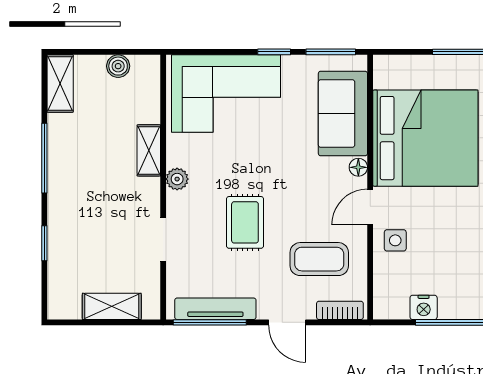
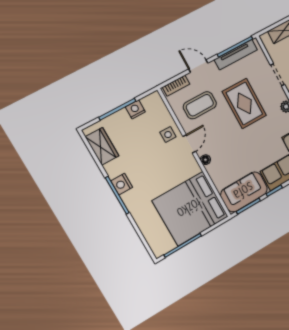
sofa: (343, 114) -> (244, 192), moved, turned -90
bed: (425, 138) -> (190, 209), moved
rug: (245, 222) -> (244, 103), width x1.36, depth x1.43

